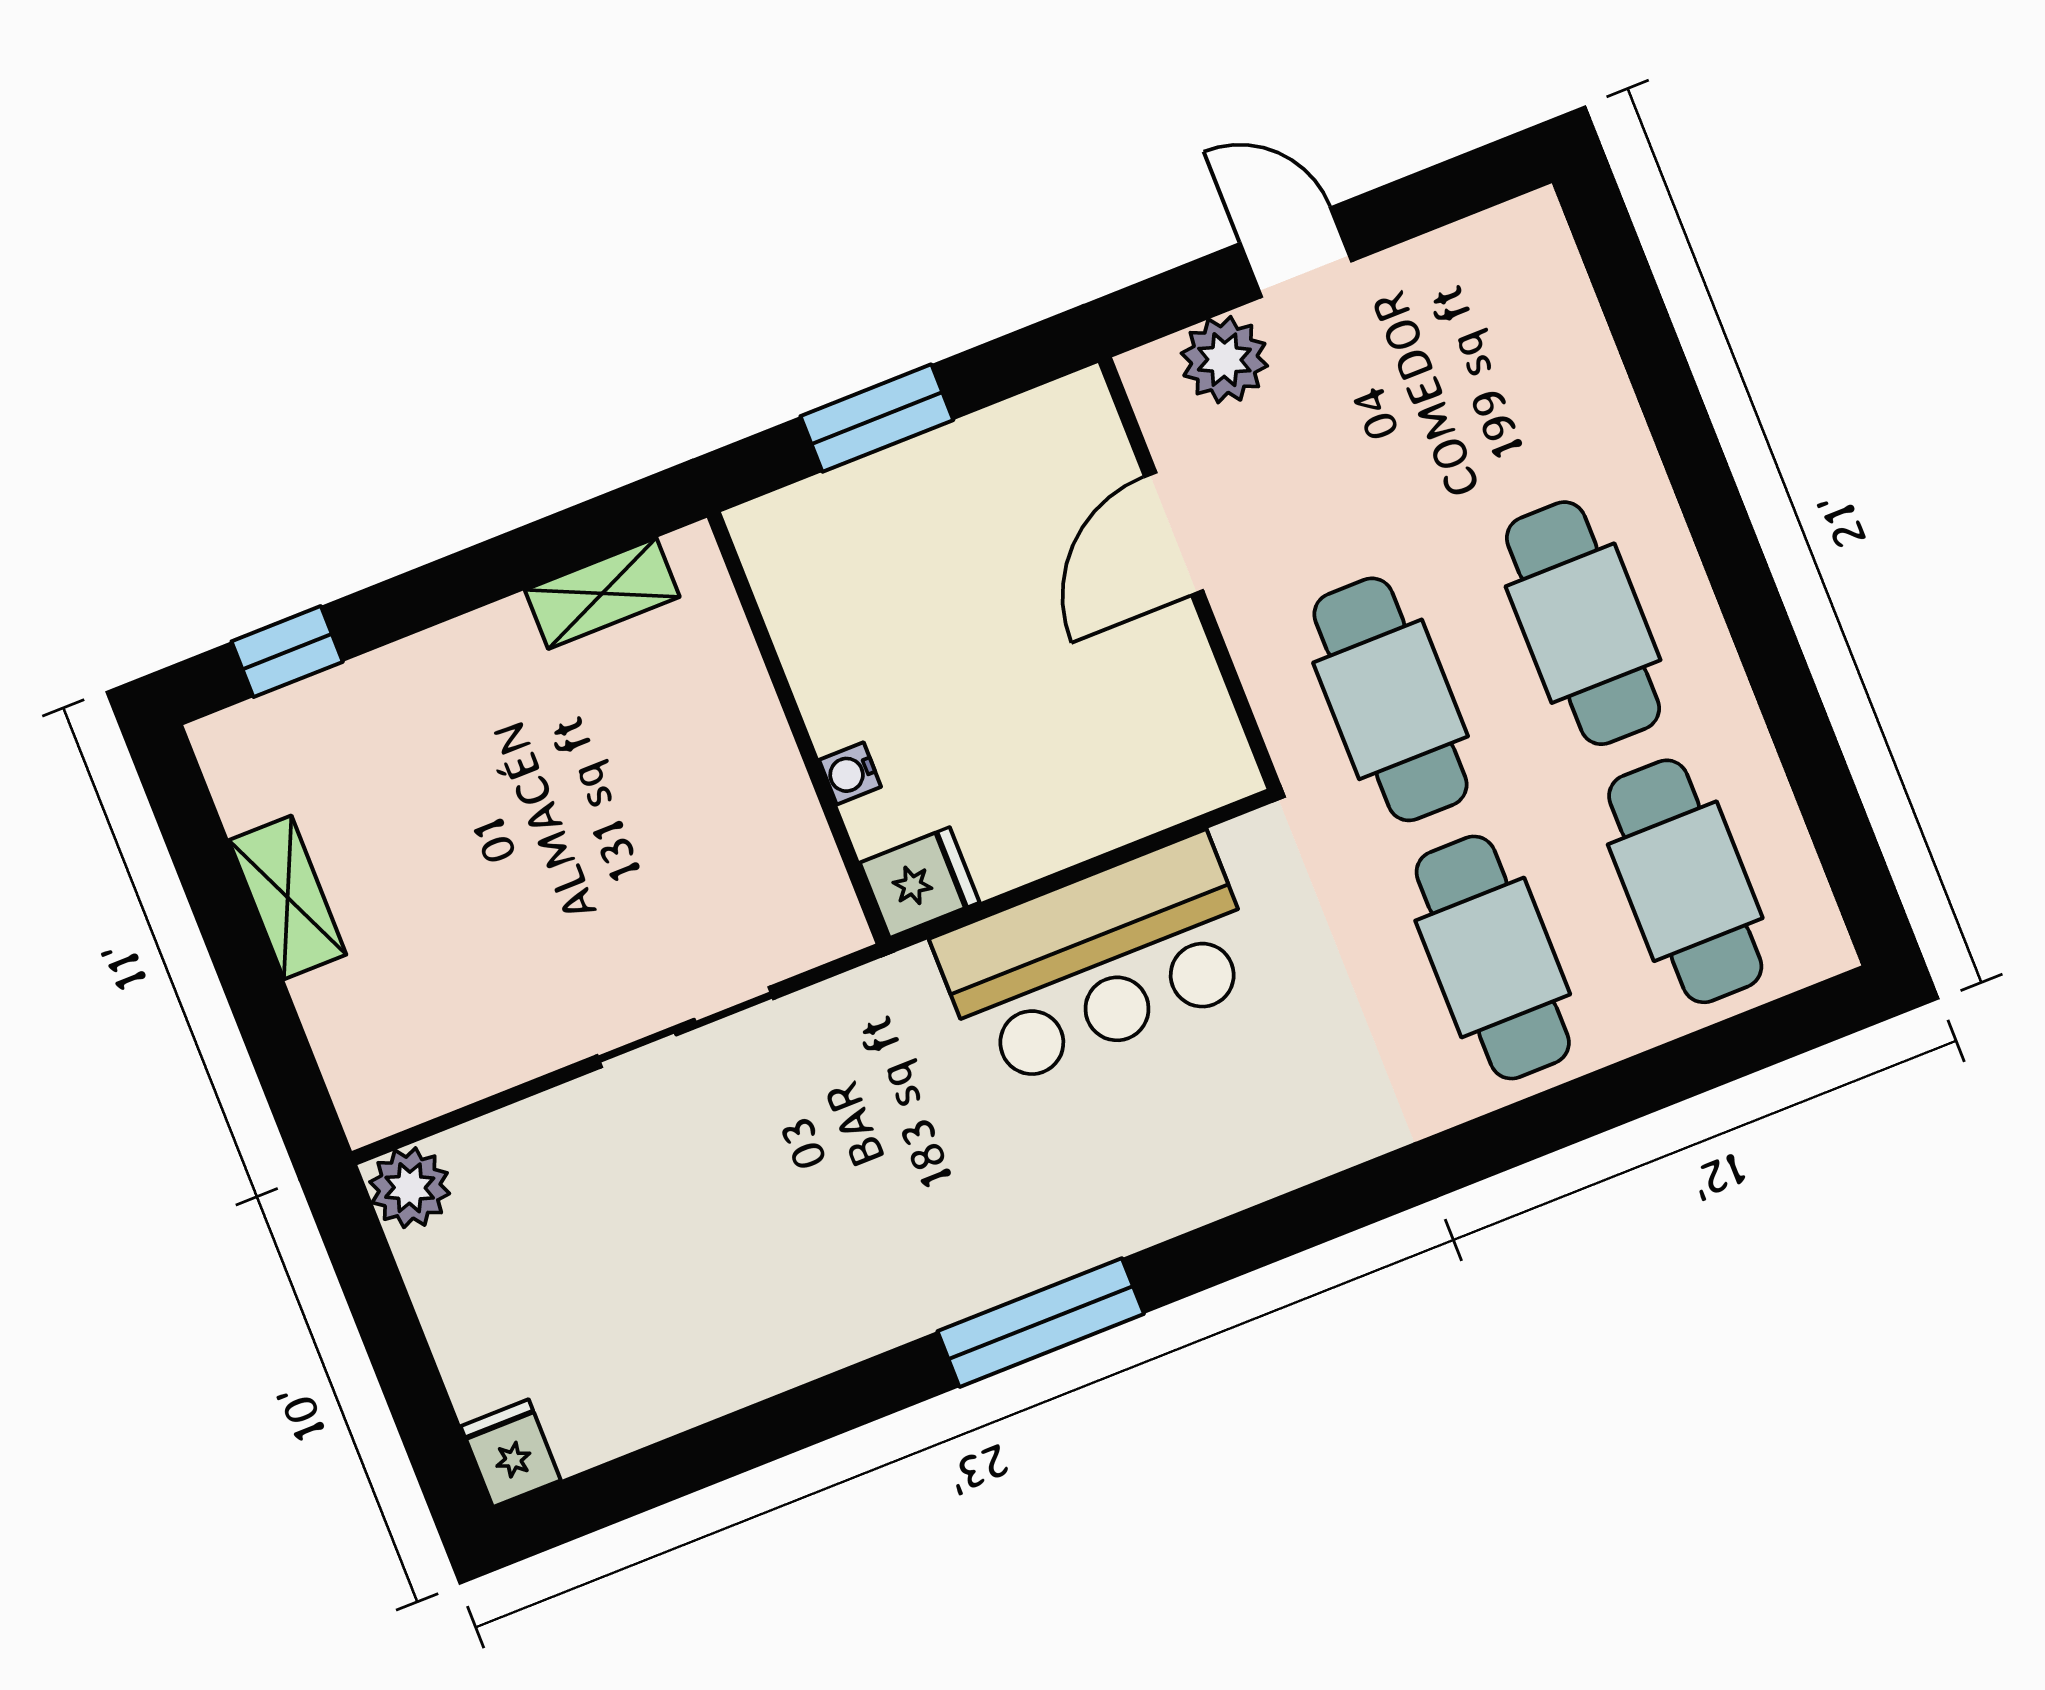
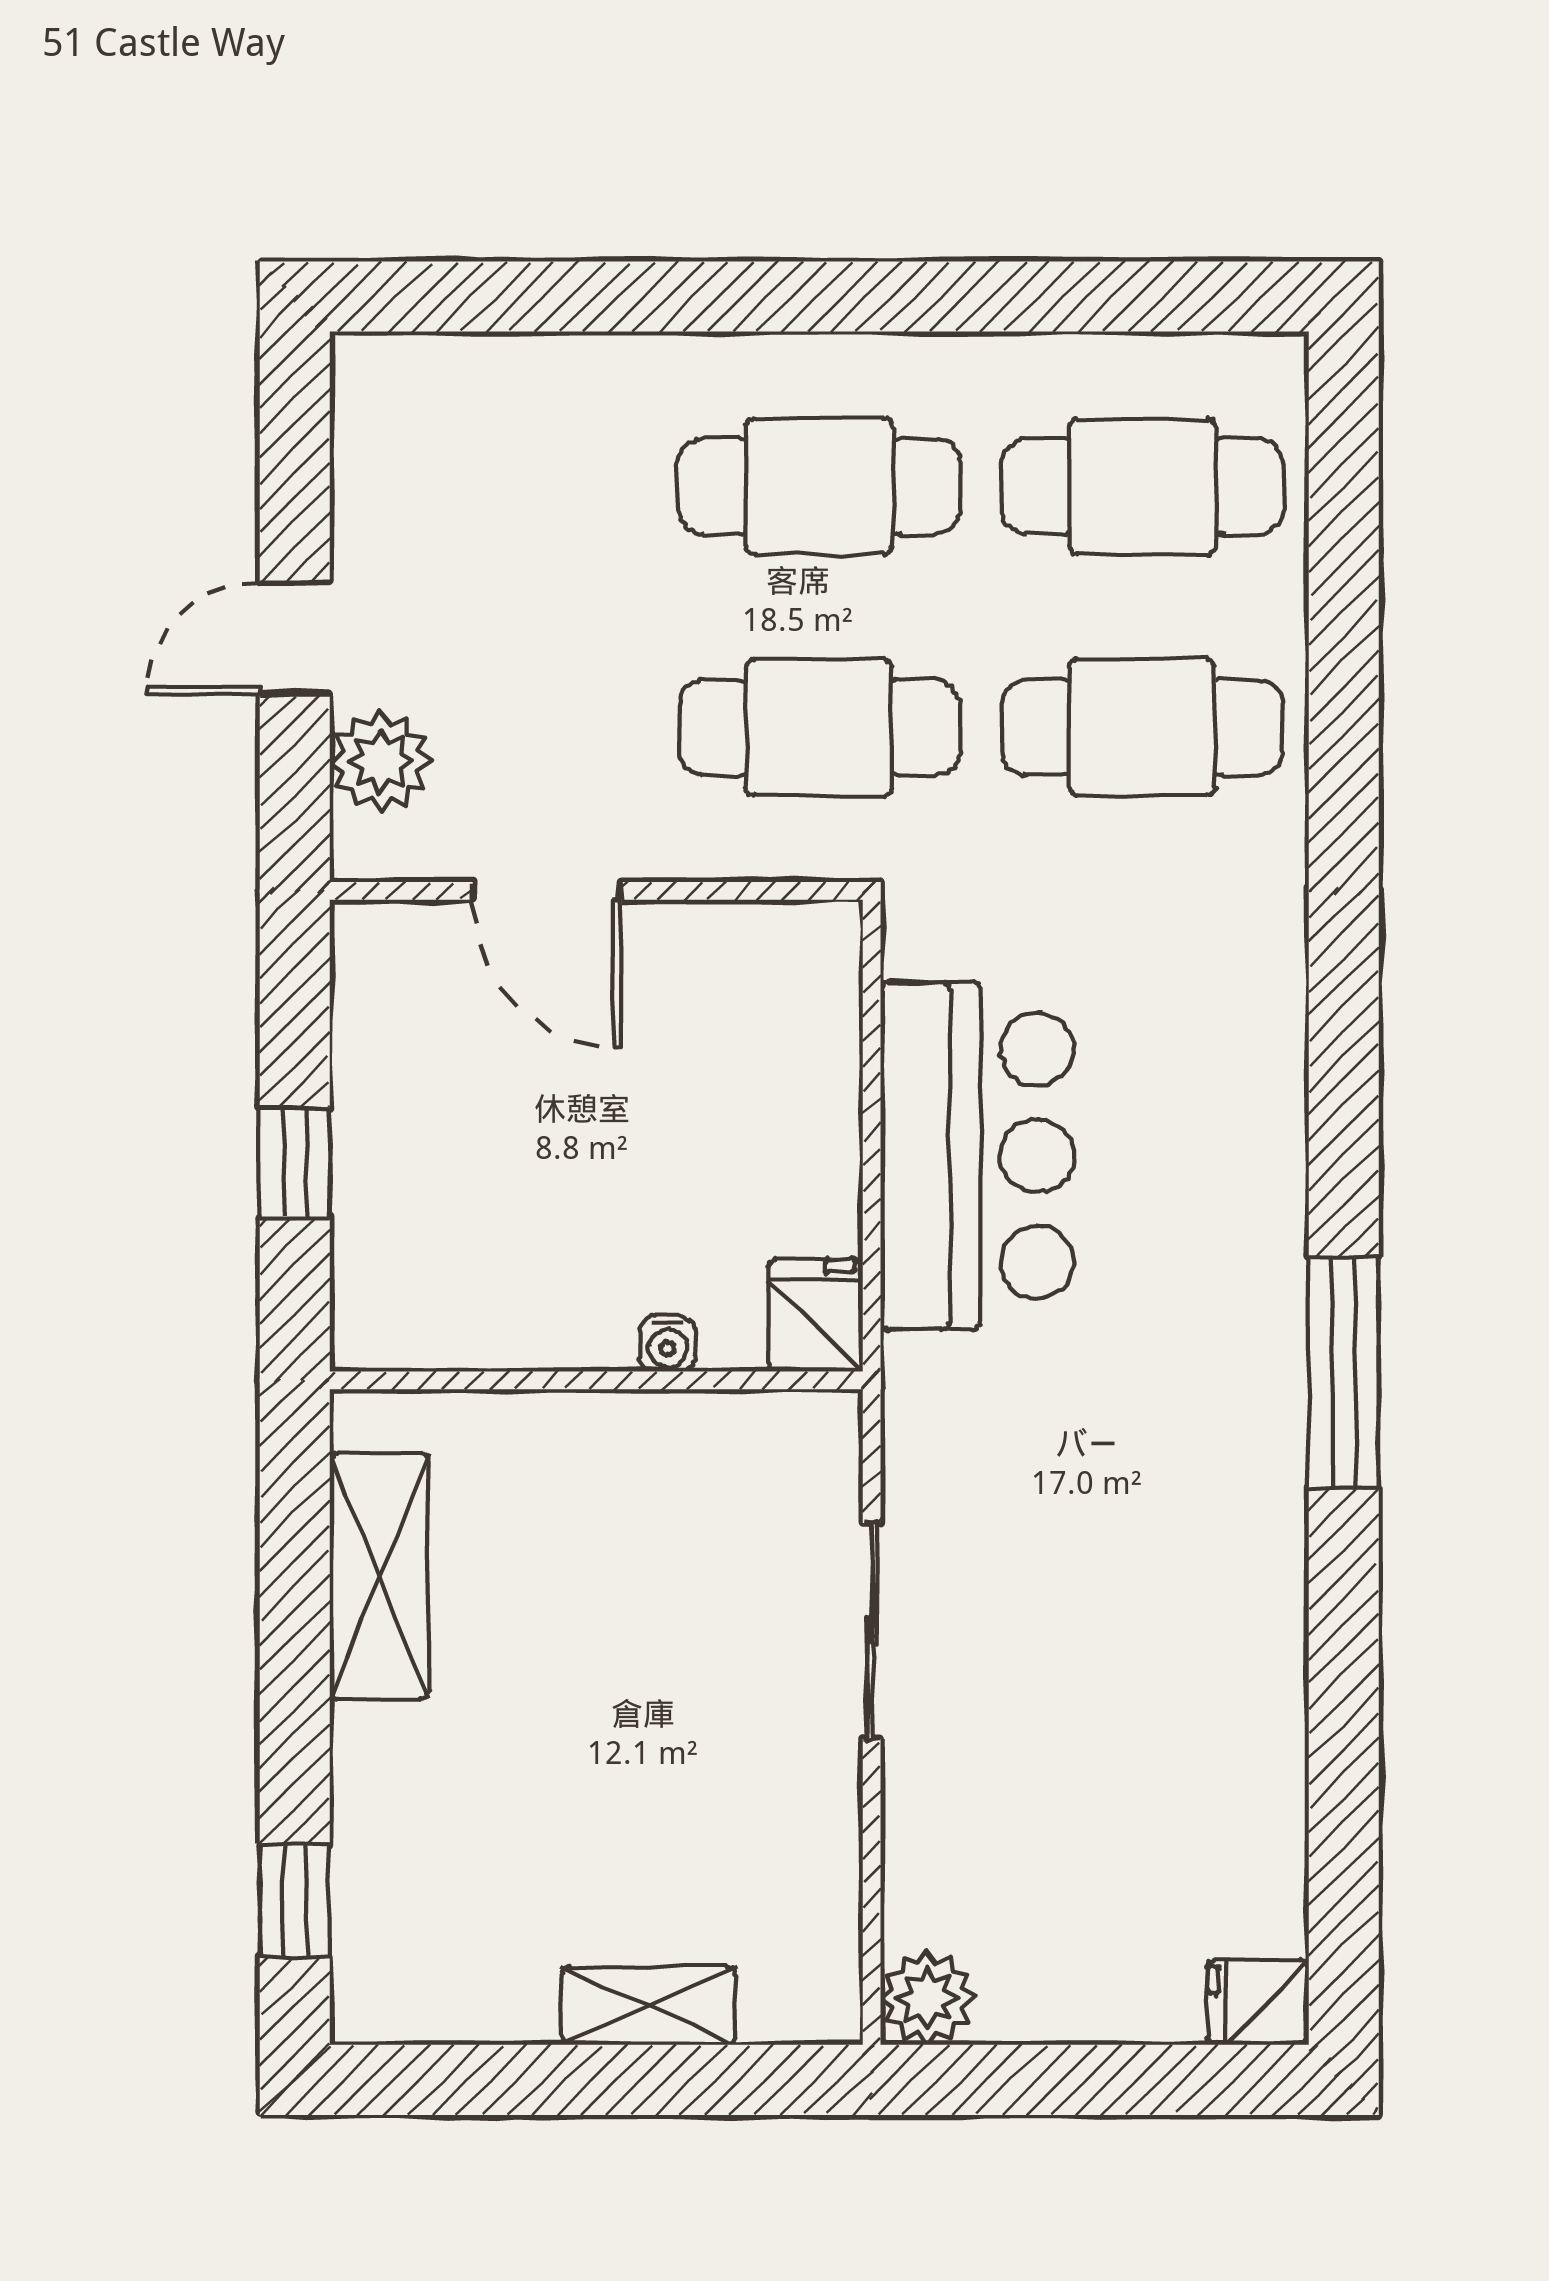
window: (877, 418) -> (295, 1163), width x0.67
shelving: (602, 593) -> (379, 1576), width x1.50, depth x1.33
shelving: (288, 897) -> (648, 2006), moved

